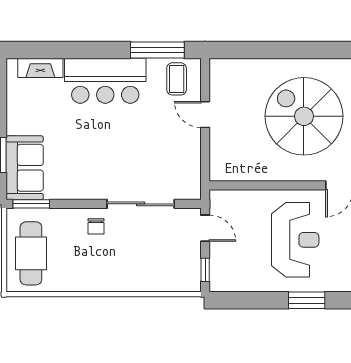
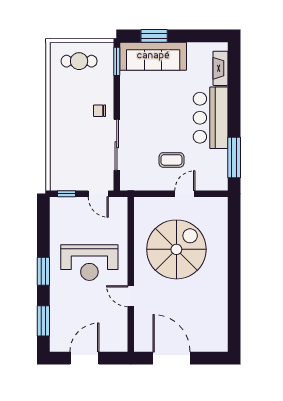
coffee table: (177, 79) -> (171, 160), moved
spiral stairs: (304, 116) -> (176, 249), moved
sofa: (25, 168) -> (153, 56), width x1.36
door: (205, 228) -> (98, 194), hinge flipped
cafe table: (31, 253) -> (79, 61), width x0.73, depth x0.74

